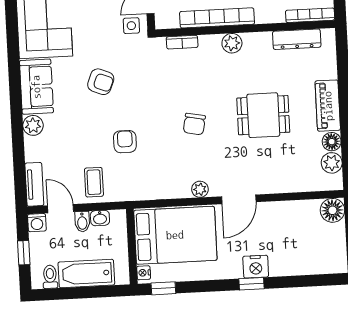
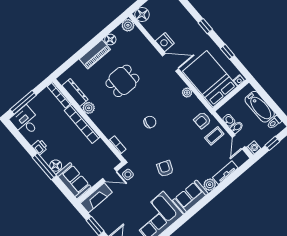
bookcase: (217, 18) -> (82, 124), moved
plant: (232, 43) -> (89, 108), moved
dining table: (263, 115) -> (122, 81), turned 90
chair: (194, 124) -> (150, 122), moved
armchair: (125, 142) -> (202, 120), moved
plant: (332, 163) -> (128, 25), moved
tv unit: (34, 184) -> (225, 173), moved
plant: (200, 189) -> (187, 93), moved
nightstand: (256, 267) -> (165, 42), moved, turned 180
window: (163, 288) -> (227, 52), moved

